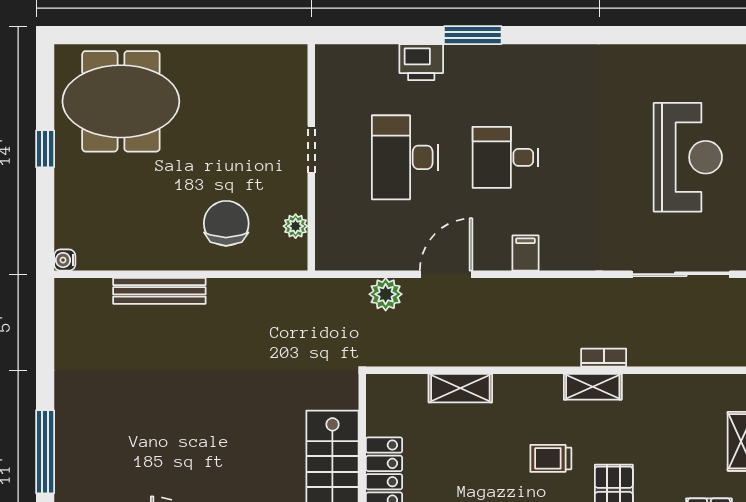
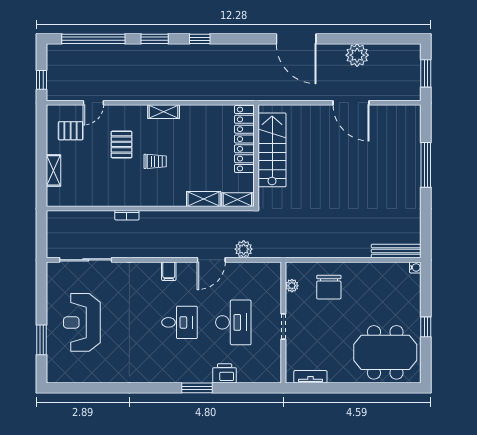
tv unit: (261, 56) -> (310, 377), added
bench: (159, 291) -> (396, 251), moved
shelving: (593, 387) -> (237, 200), moved

